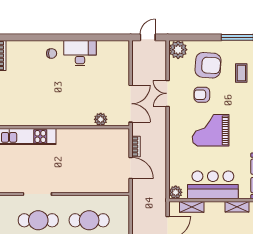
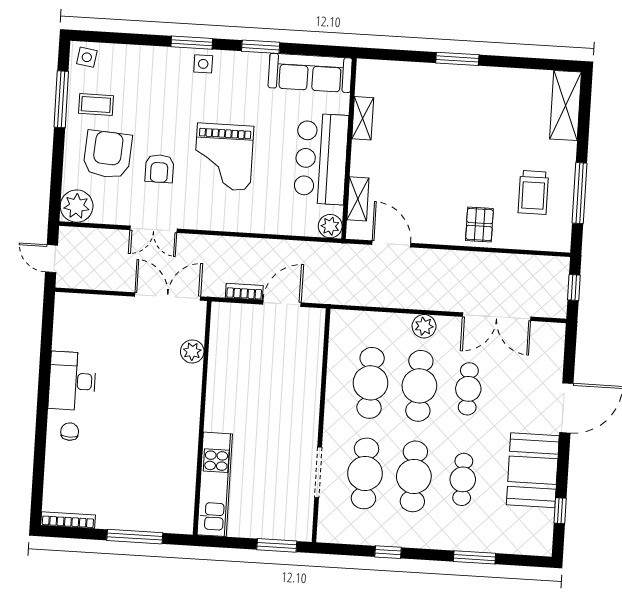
coffee table: (241, 73) -> (96, 104), moved

